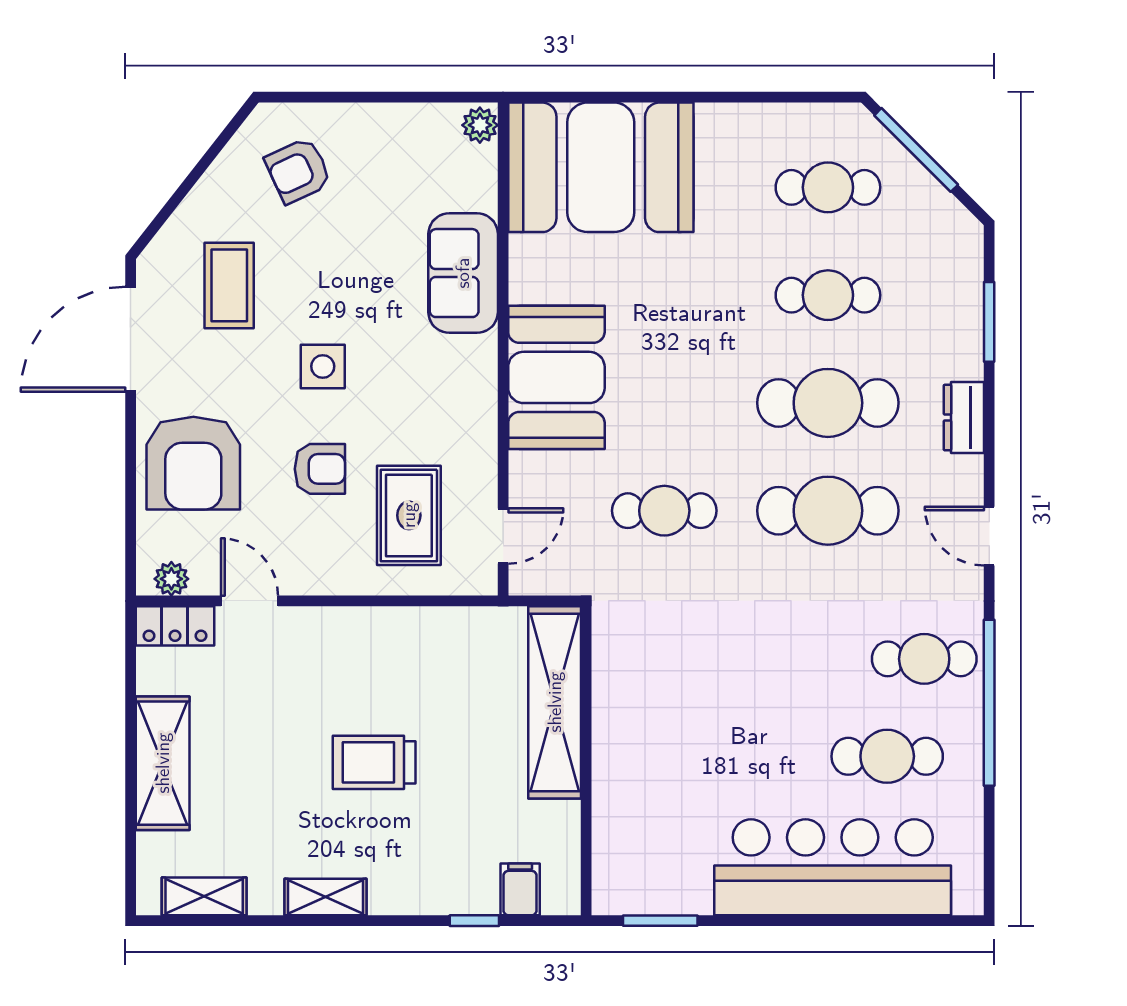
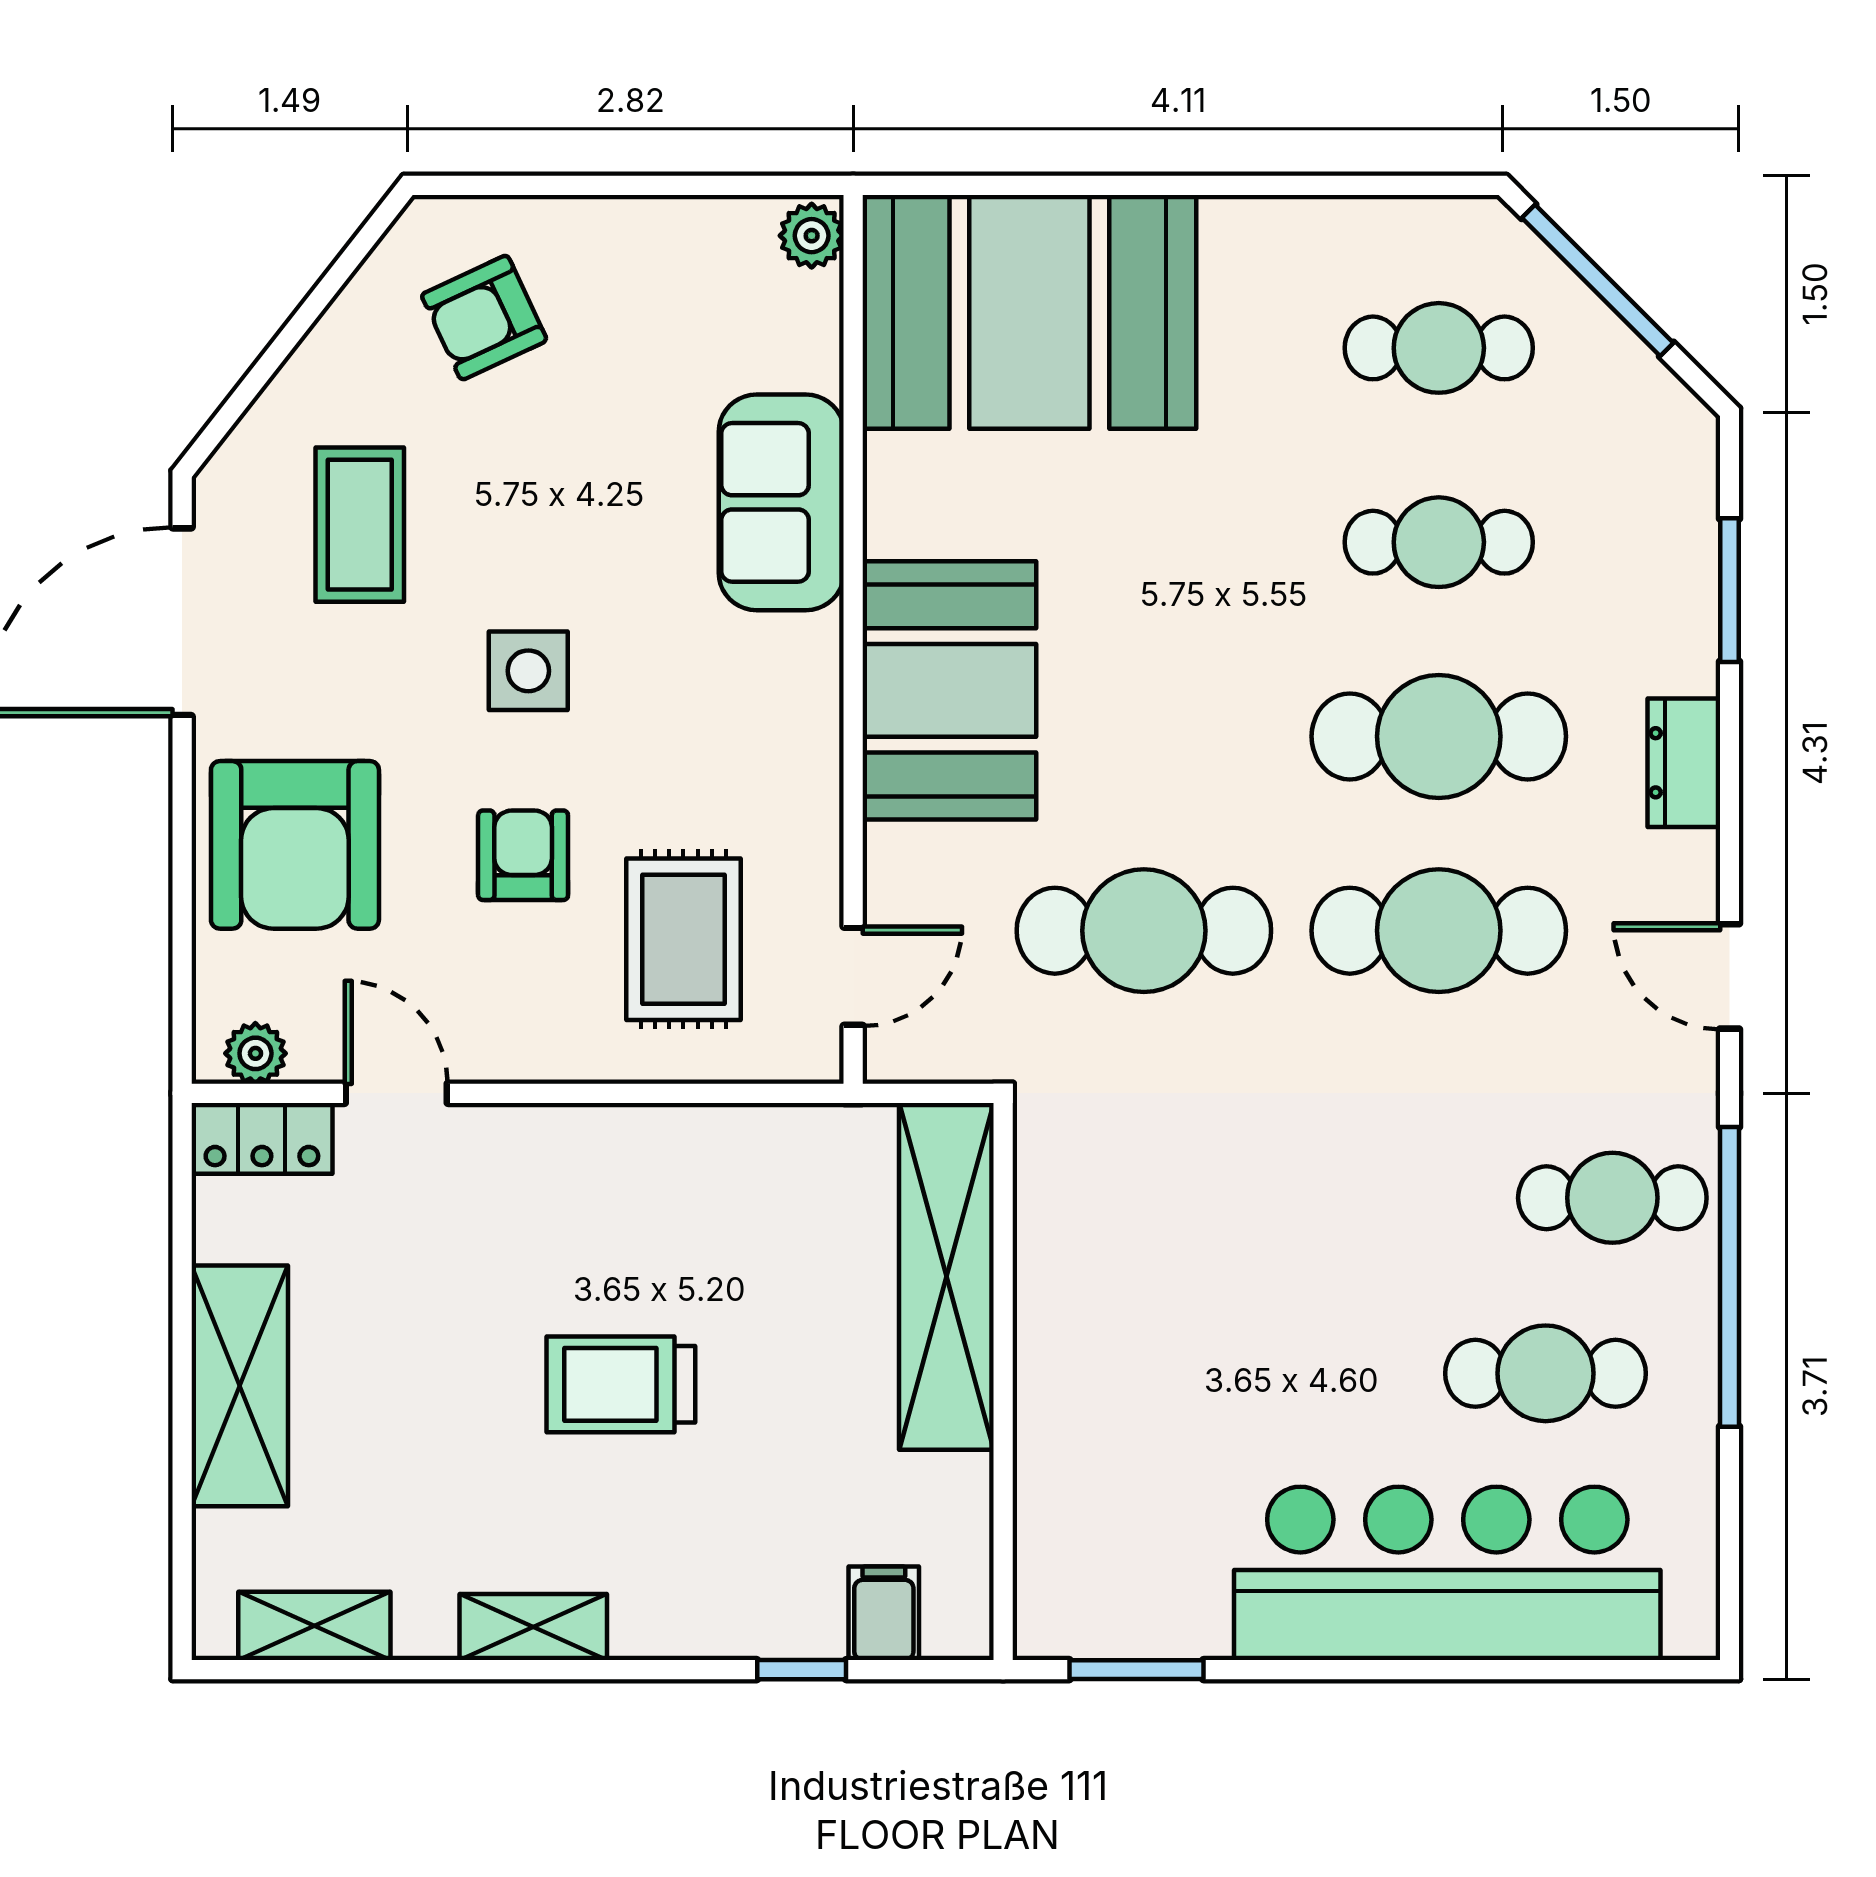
armchair: (320, 469) -> (523, 855), turned -90
cafe table: (664, 511) -> (1144, 931), width x1.37, depth x1.35

